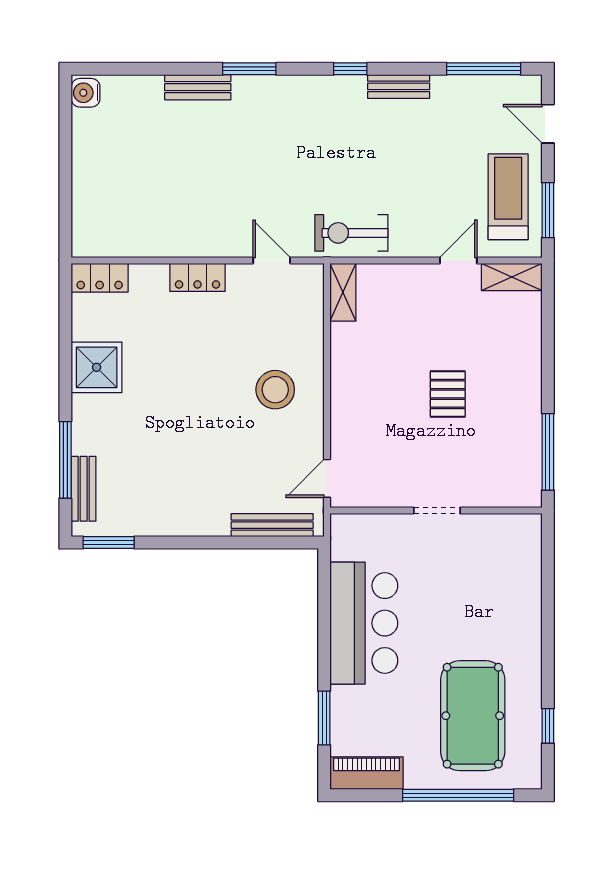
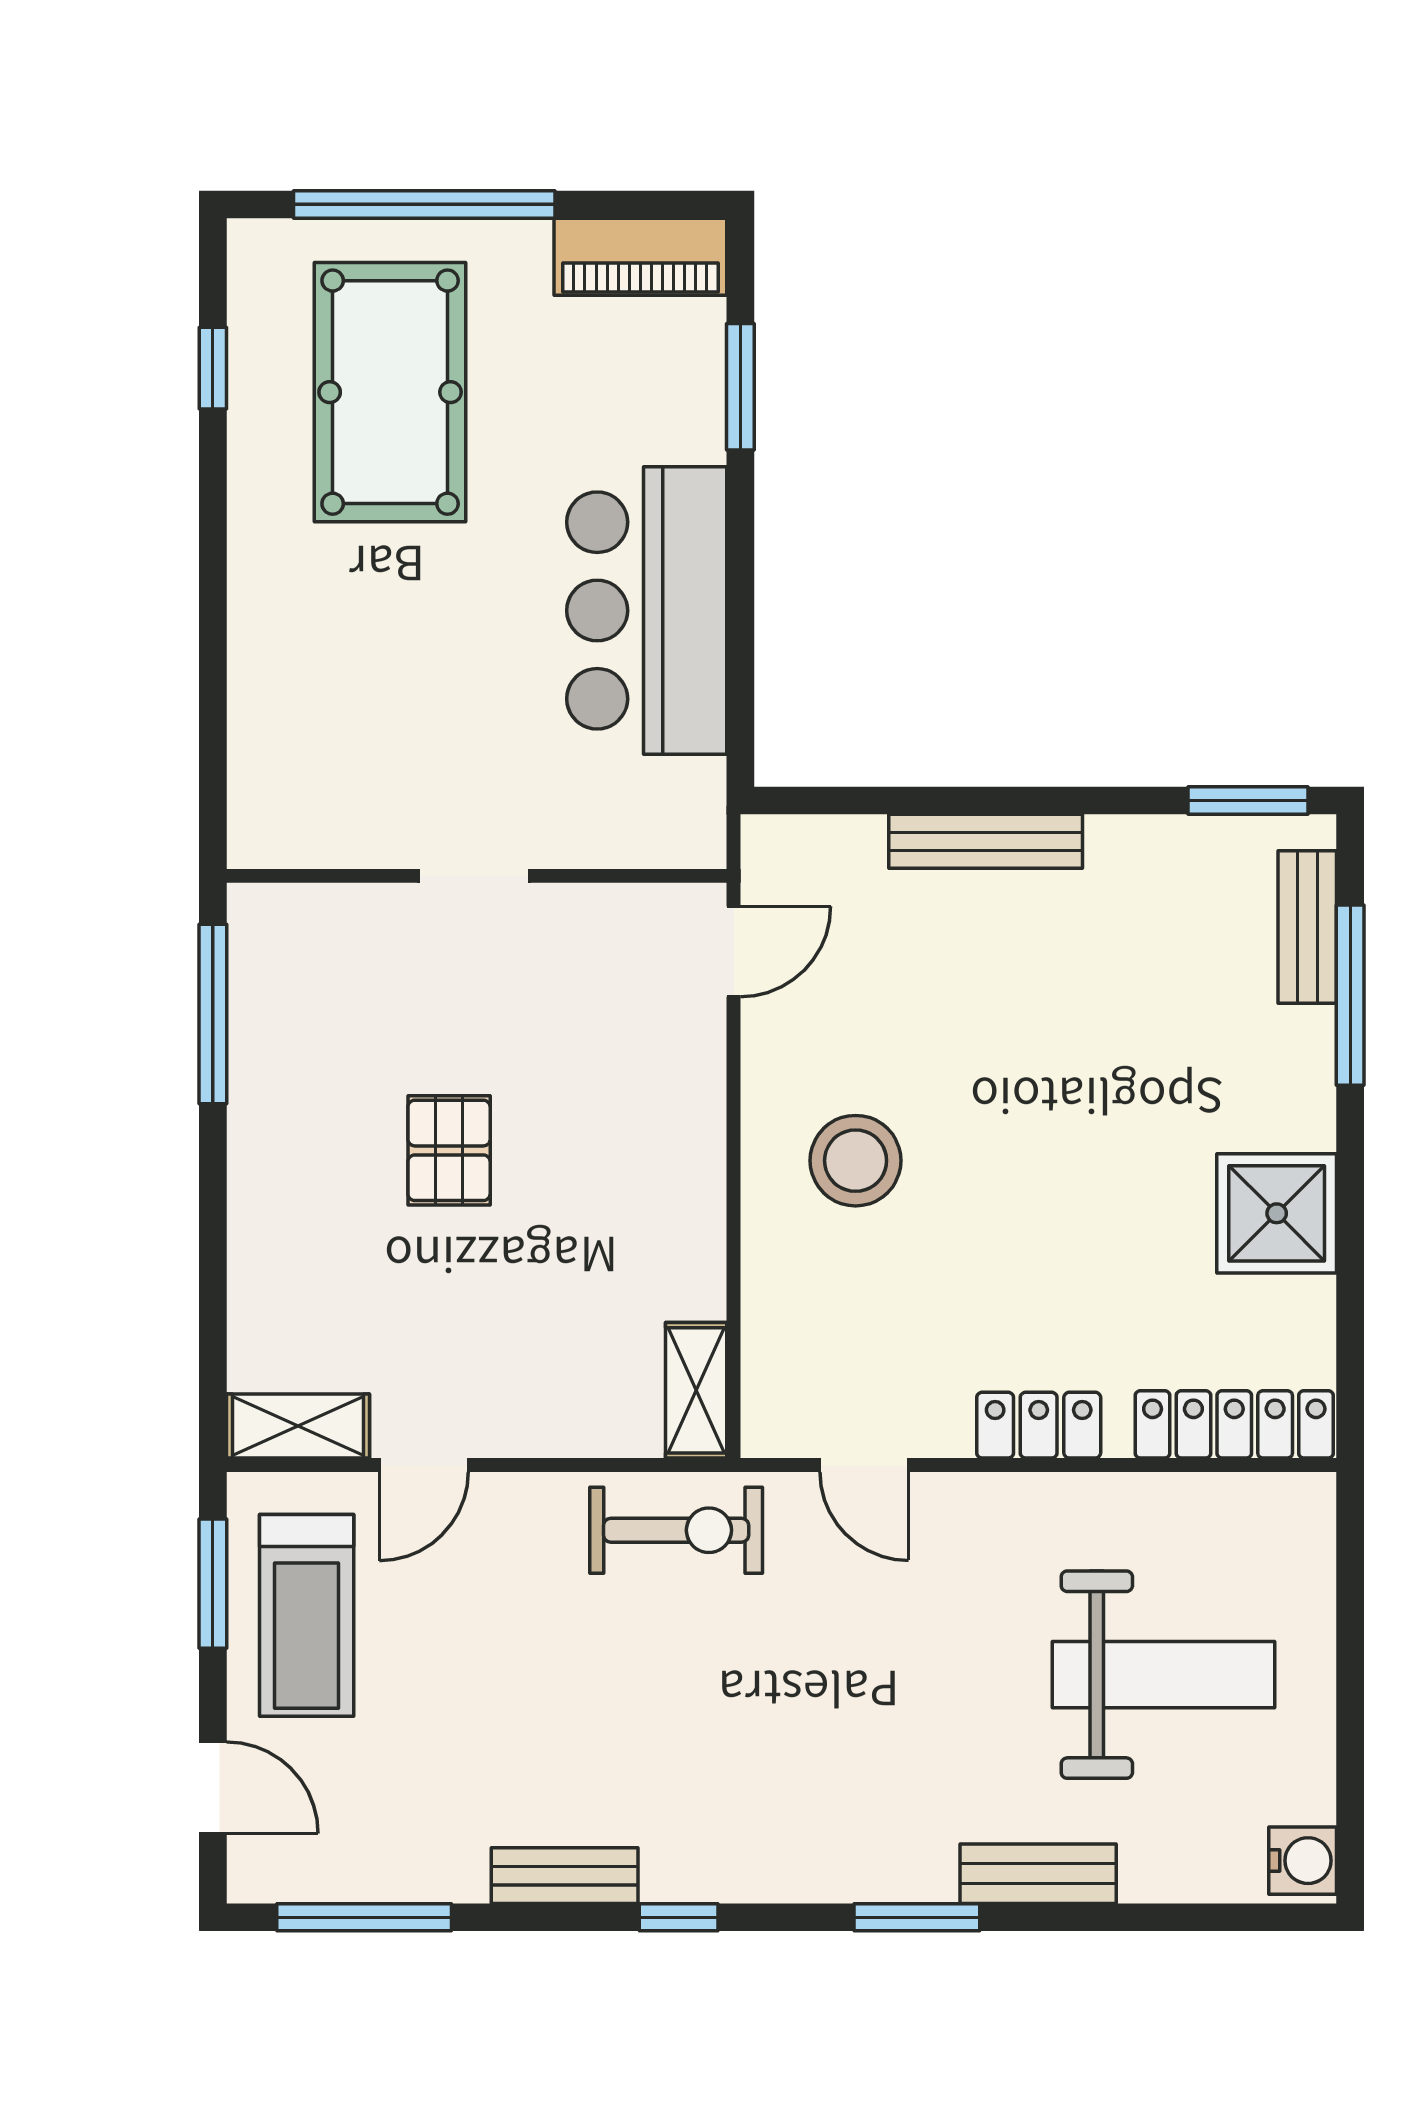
weight bench: (145, 172) -> (1163, 1675), added
locker: (100, 278) -> (1234, 1424), width x1.53
bench: (272, 525) -> (986, 841), moved

